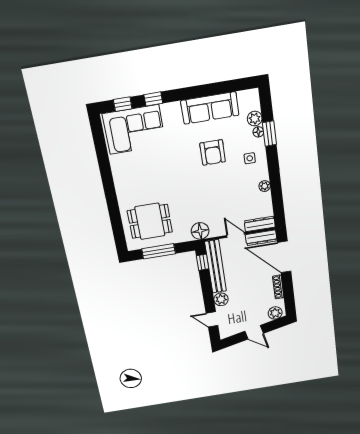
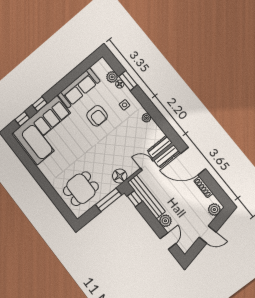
corner sofa: (134, 129) -> (47, 130), width x1.36, depth x1.36
window: (159, 251) -> (109, 200), moved
door: (212, 319) -> (168, 241), swing flipped

